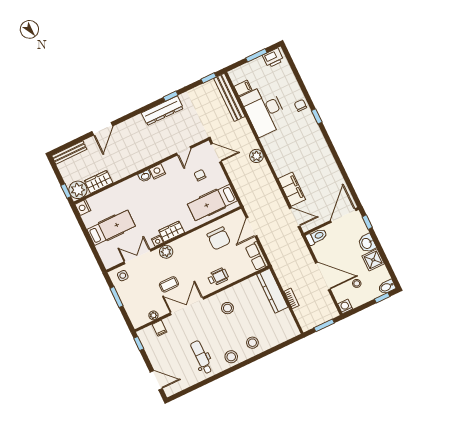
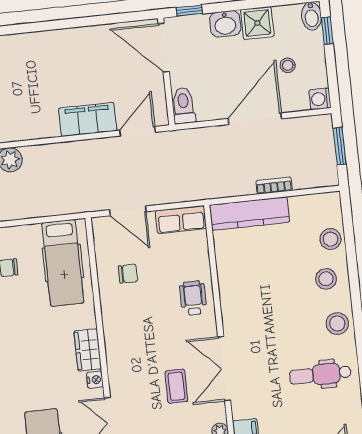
chair: (219, 238) -> (128, 274), width x0.54, depth x0.54
plant: (166, 252) -> (119, 371), removed
stool: (227, 308) -> (330, 239), moved

